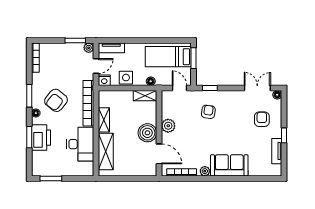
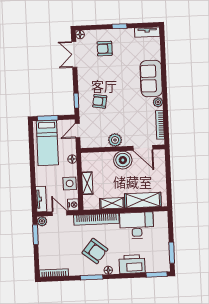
shelving: (145, 96) -> (87, 183), moved
window: (29, 137) -> (157, 274), moved
tv unit: (277, 151) -> (147, 32), moved
door: (159, 154) -> (143, 148), swing flipped

